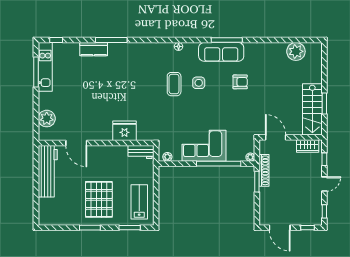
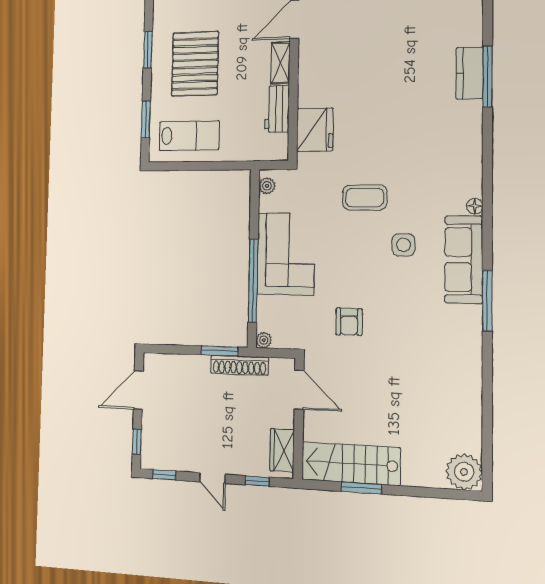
kitchen counter: (94, 49) -> (470, 73), moved
plant: (296, 51) -> (464, 472), moved
sofa: (221, 52) -> (464, 260), moved
armchair: (240, 82) -> (349, 322), moved
coffee table: (174, 84) -> (365, 197), moved
fridge: (124, 131) -> (315, 130), moved
door: (276, 137) -> (299, 390), hinge flipped
shelving: (100, 151) -> (280, 63), added
workbench: (141, 152) -> (277, 109), moved
pallet: (99, 199) -> (195, 64), turned 90

